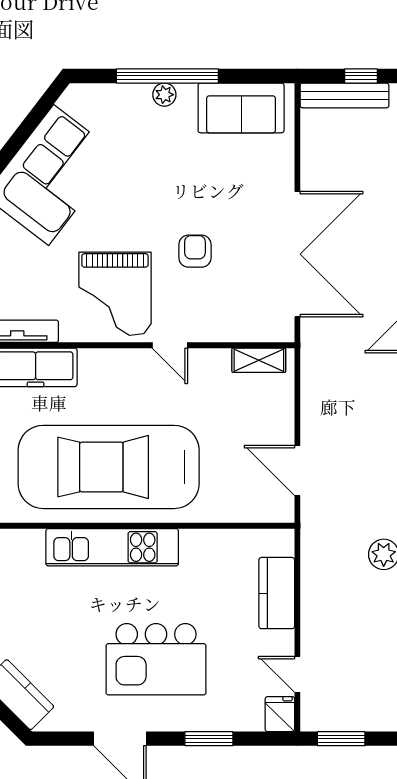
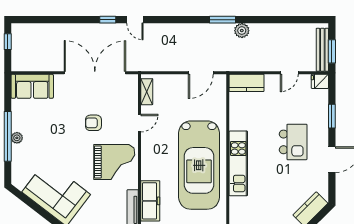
bench: (345, 95) -> (322, 50), moved
sofa: (241, 108) -> (32, 86), moved, turned 90
door: (170, 345) -> (139, 123), moved
kitchen counter: (277, 593) -> (247, 83), moved
kitchen island: (156, 659) -> (293, 142), width x0.73, depth x0.78
door: (297, 674) -> (289, 73), moved

